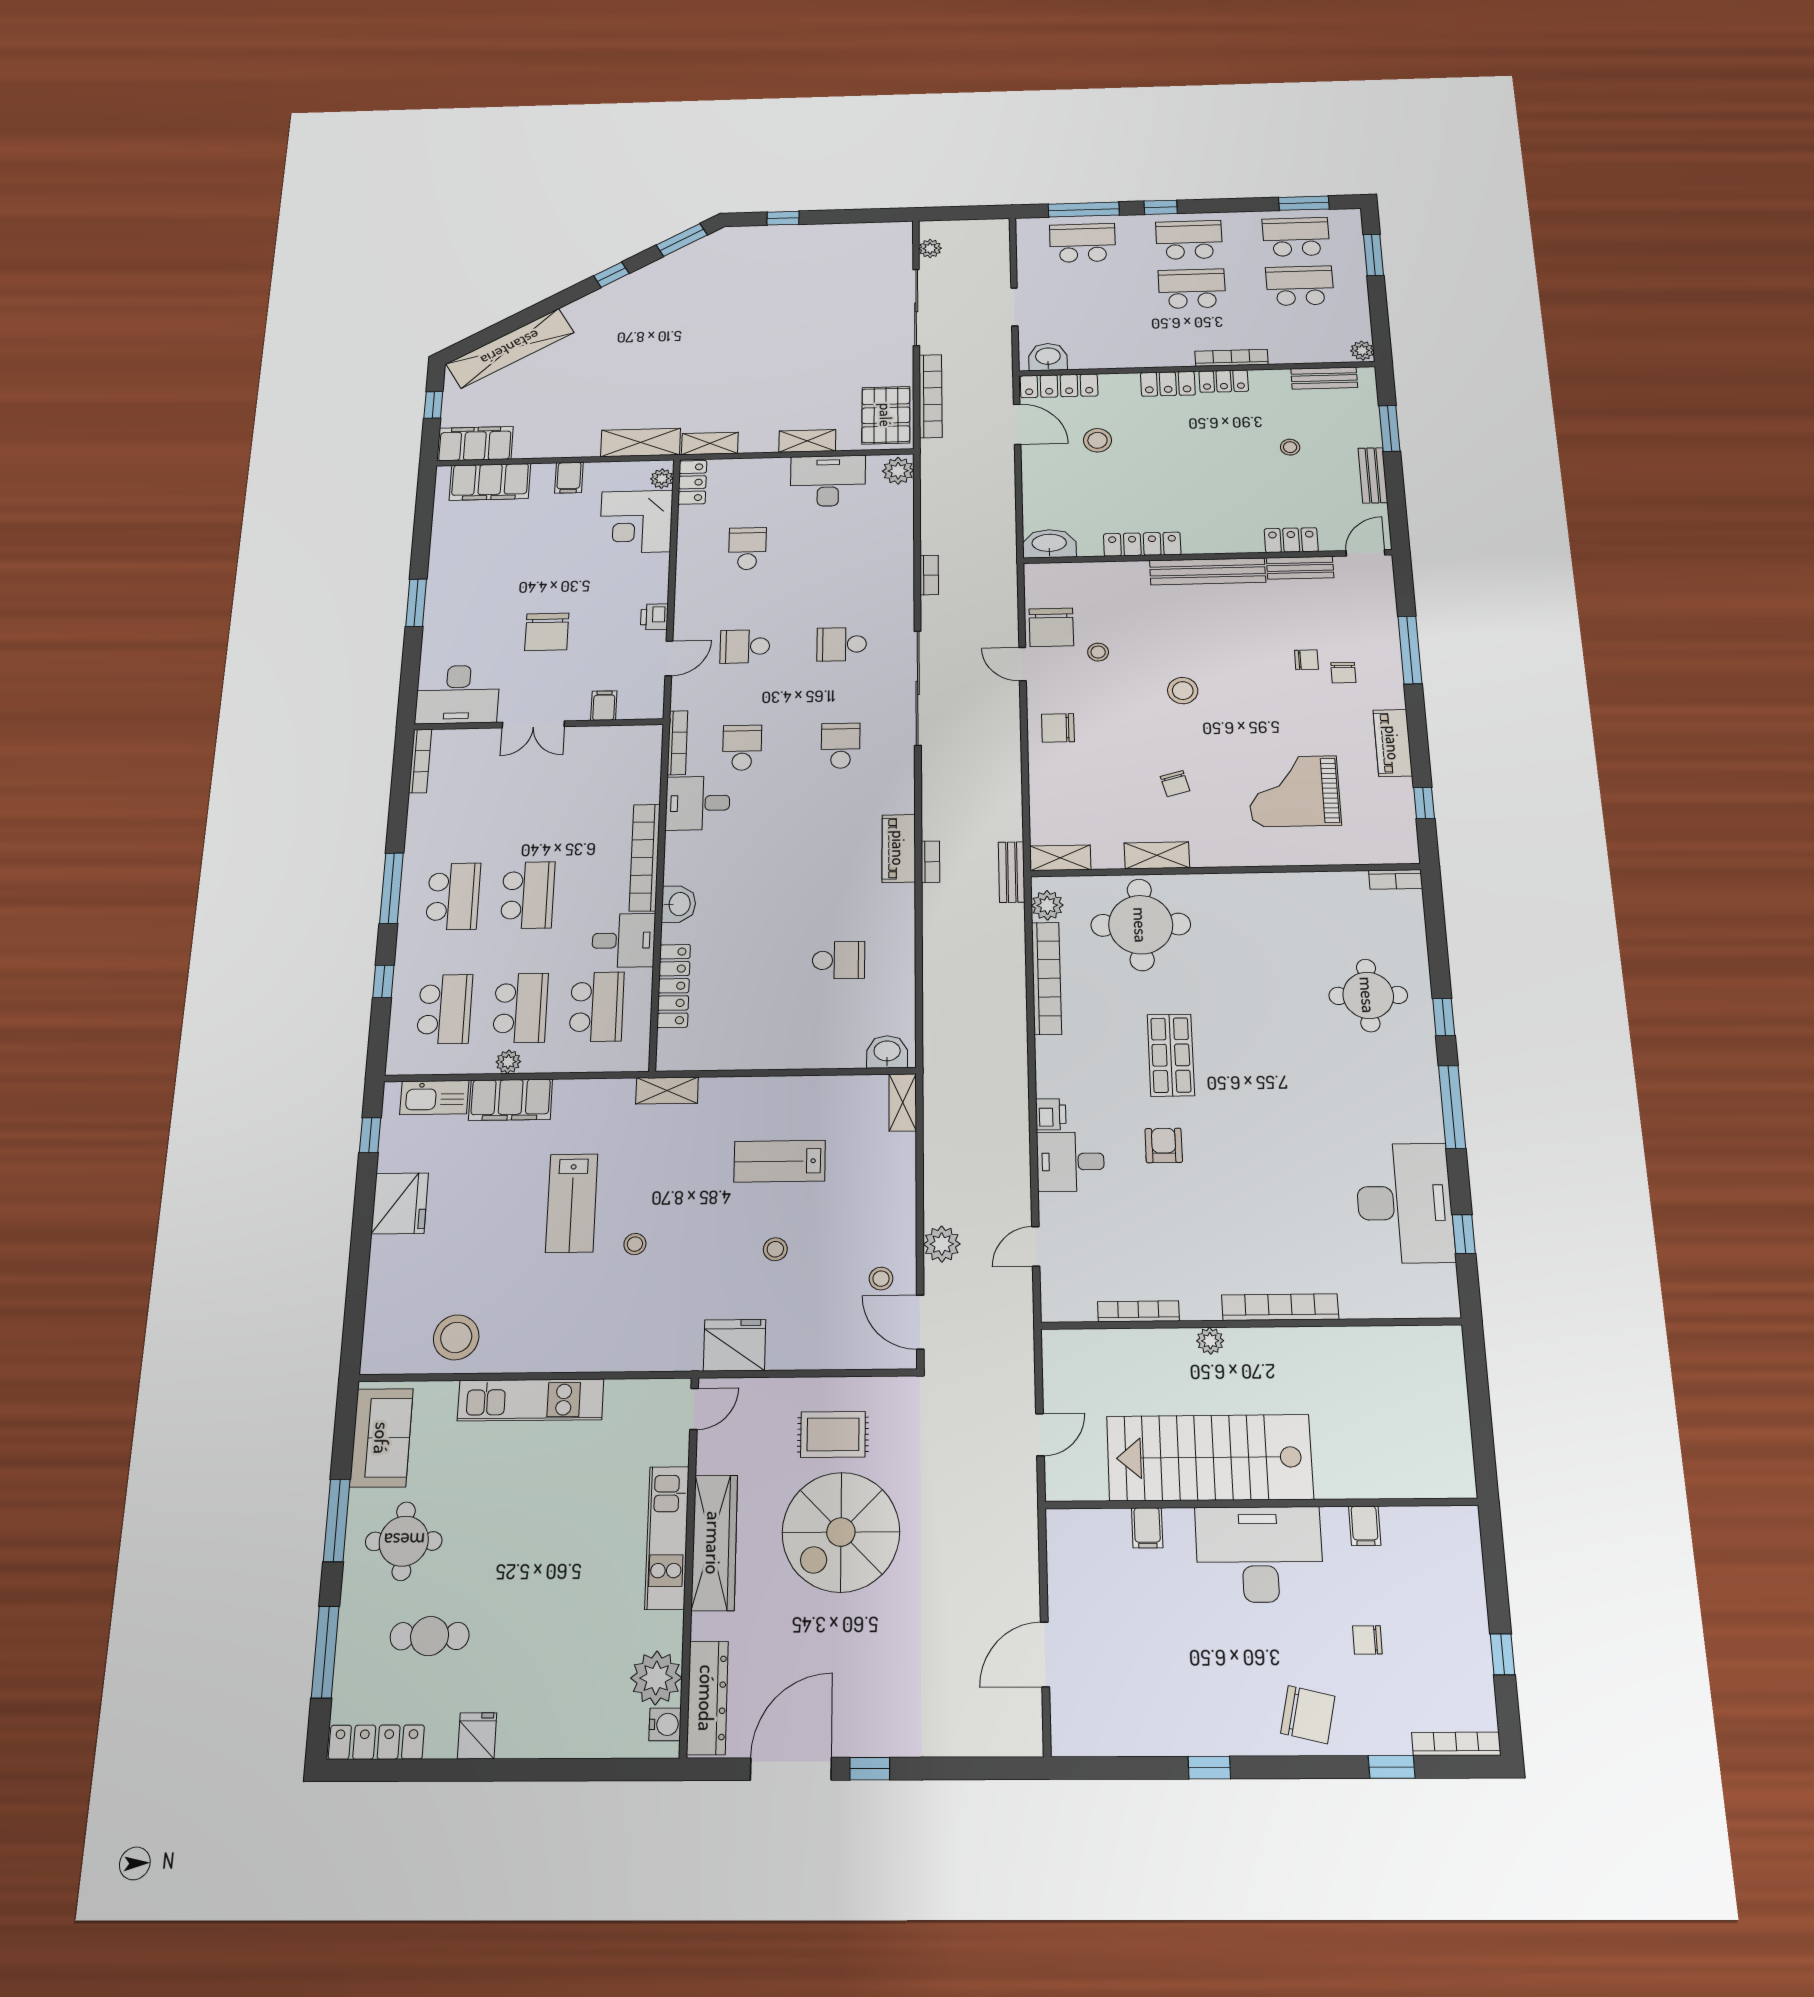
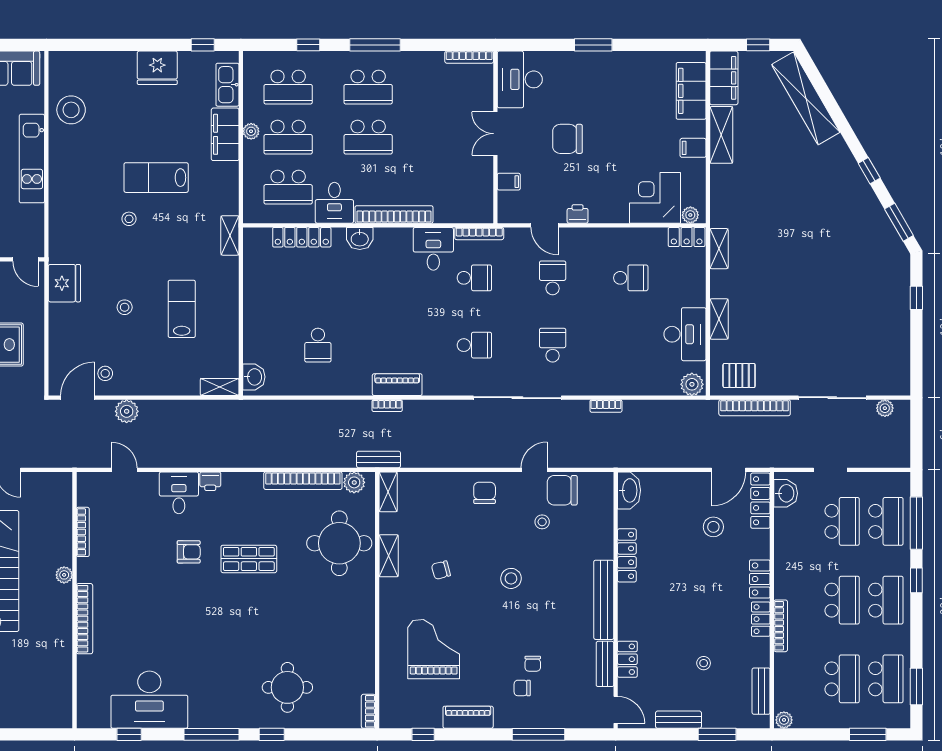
school desk: (1084, 292) -> (842, 521), added
pallet: (886, 415) -> (739, 376), width x0.67, depth x0.71
shelving: (641, 442) -> (721, 135), moved

